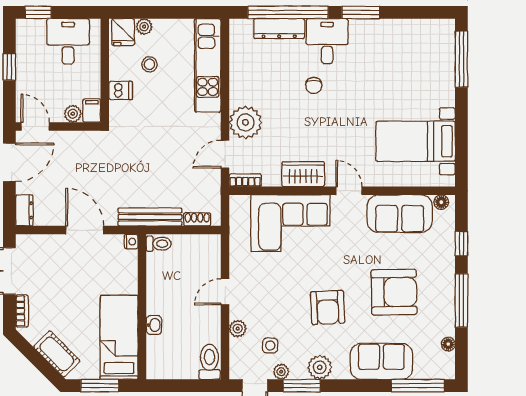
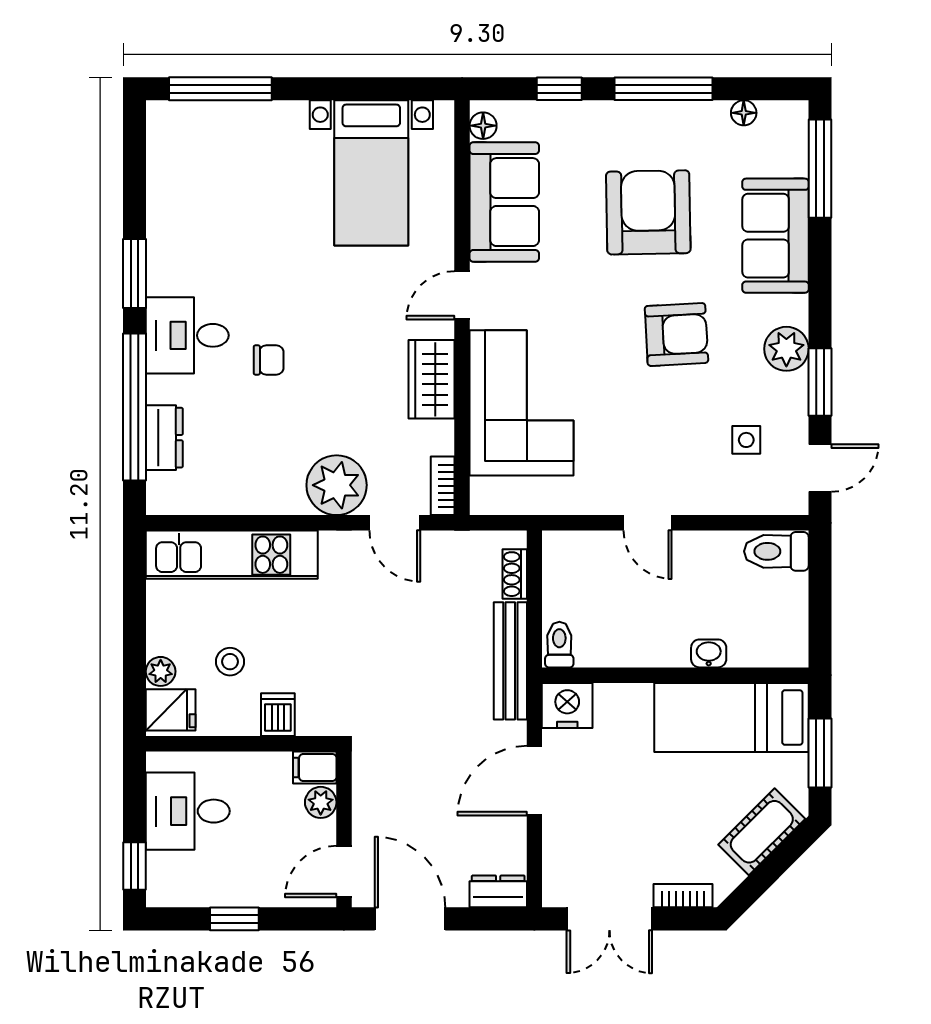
dresser: (279, 29) -> (164, 438), width x0.70
nightstand: (131, 242) -> (567, 705), width x1.89, depth x1.79
plant: (238, 329) -> (715, 500), removed
plant: (281, 372) -> (794, 420), removed

